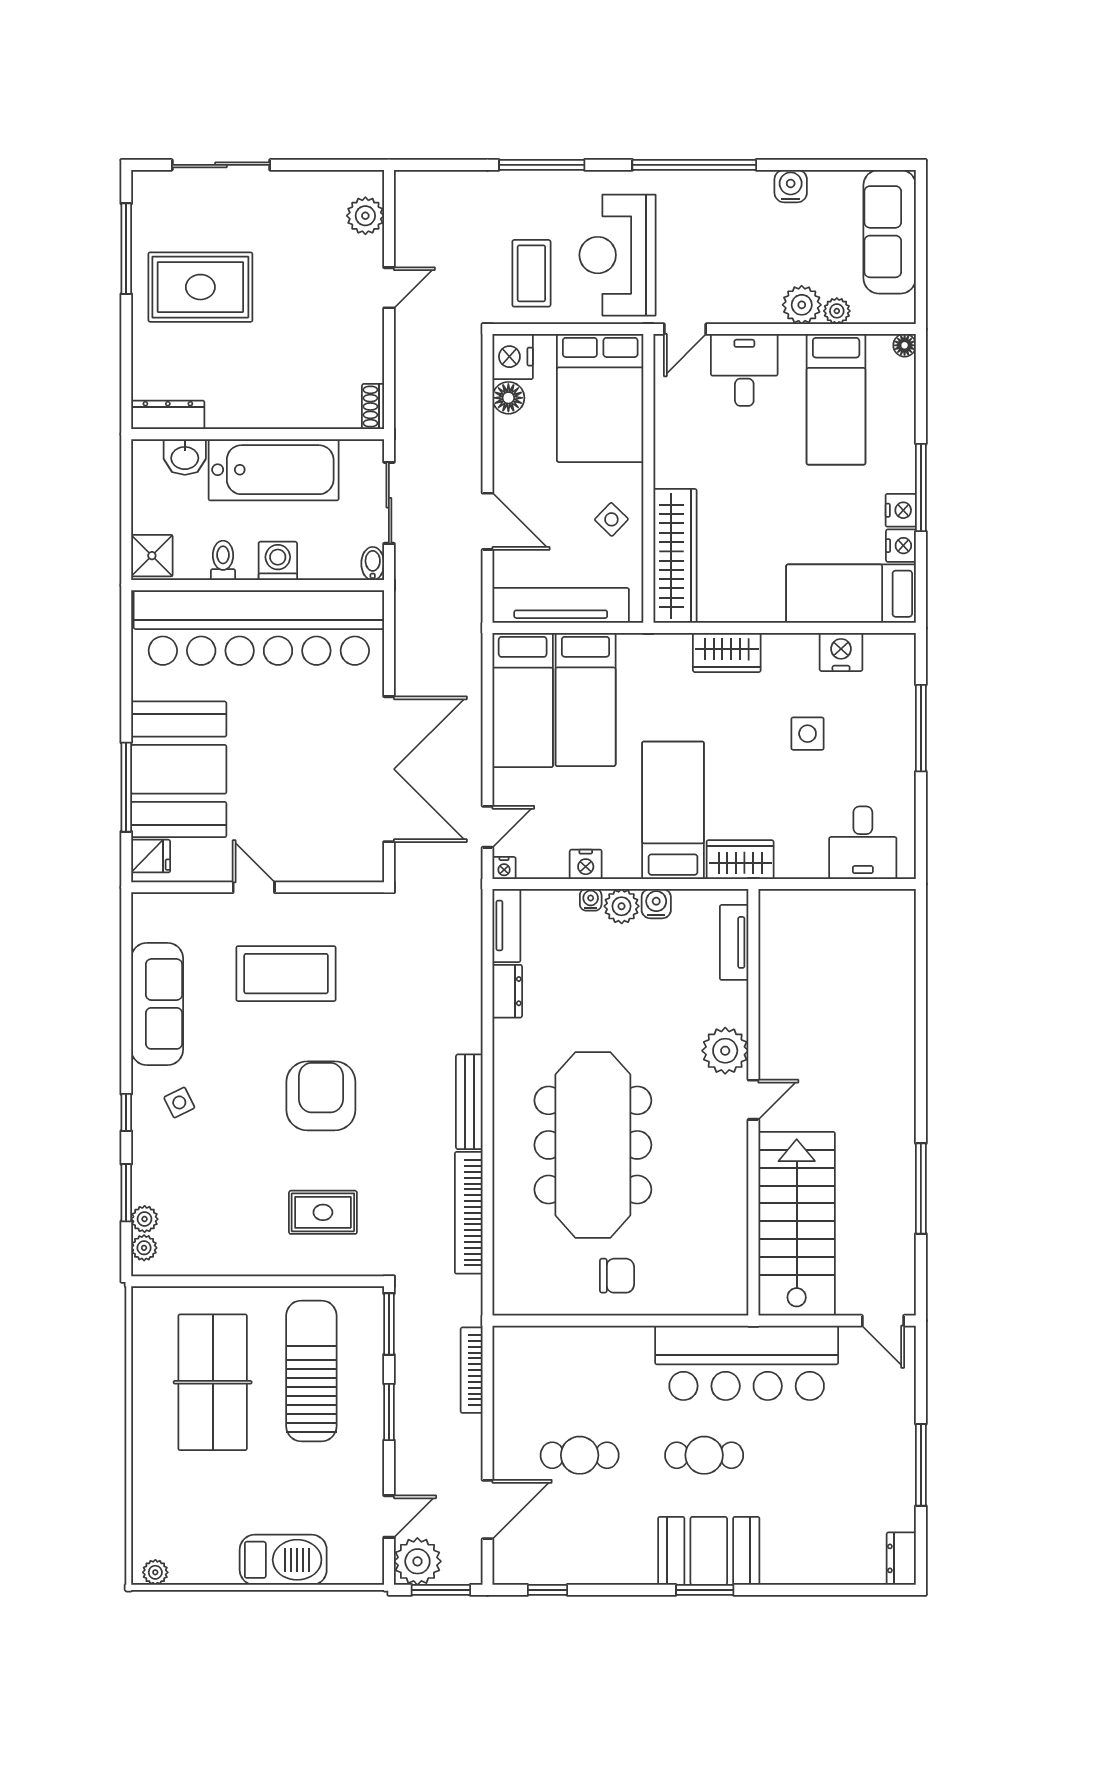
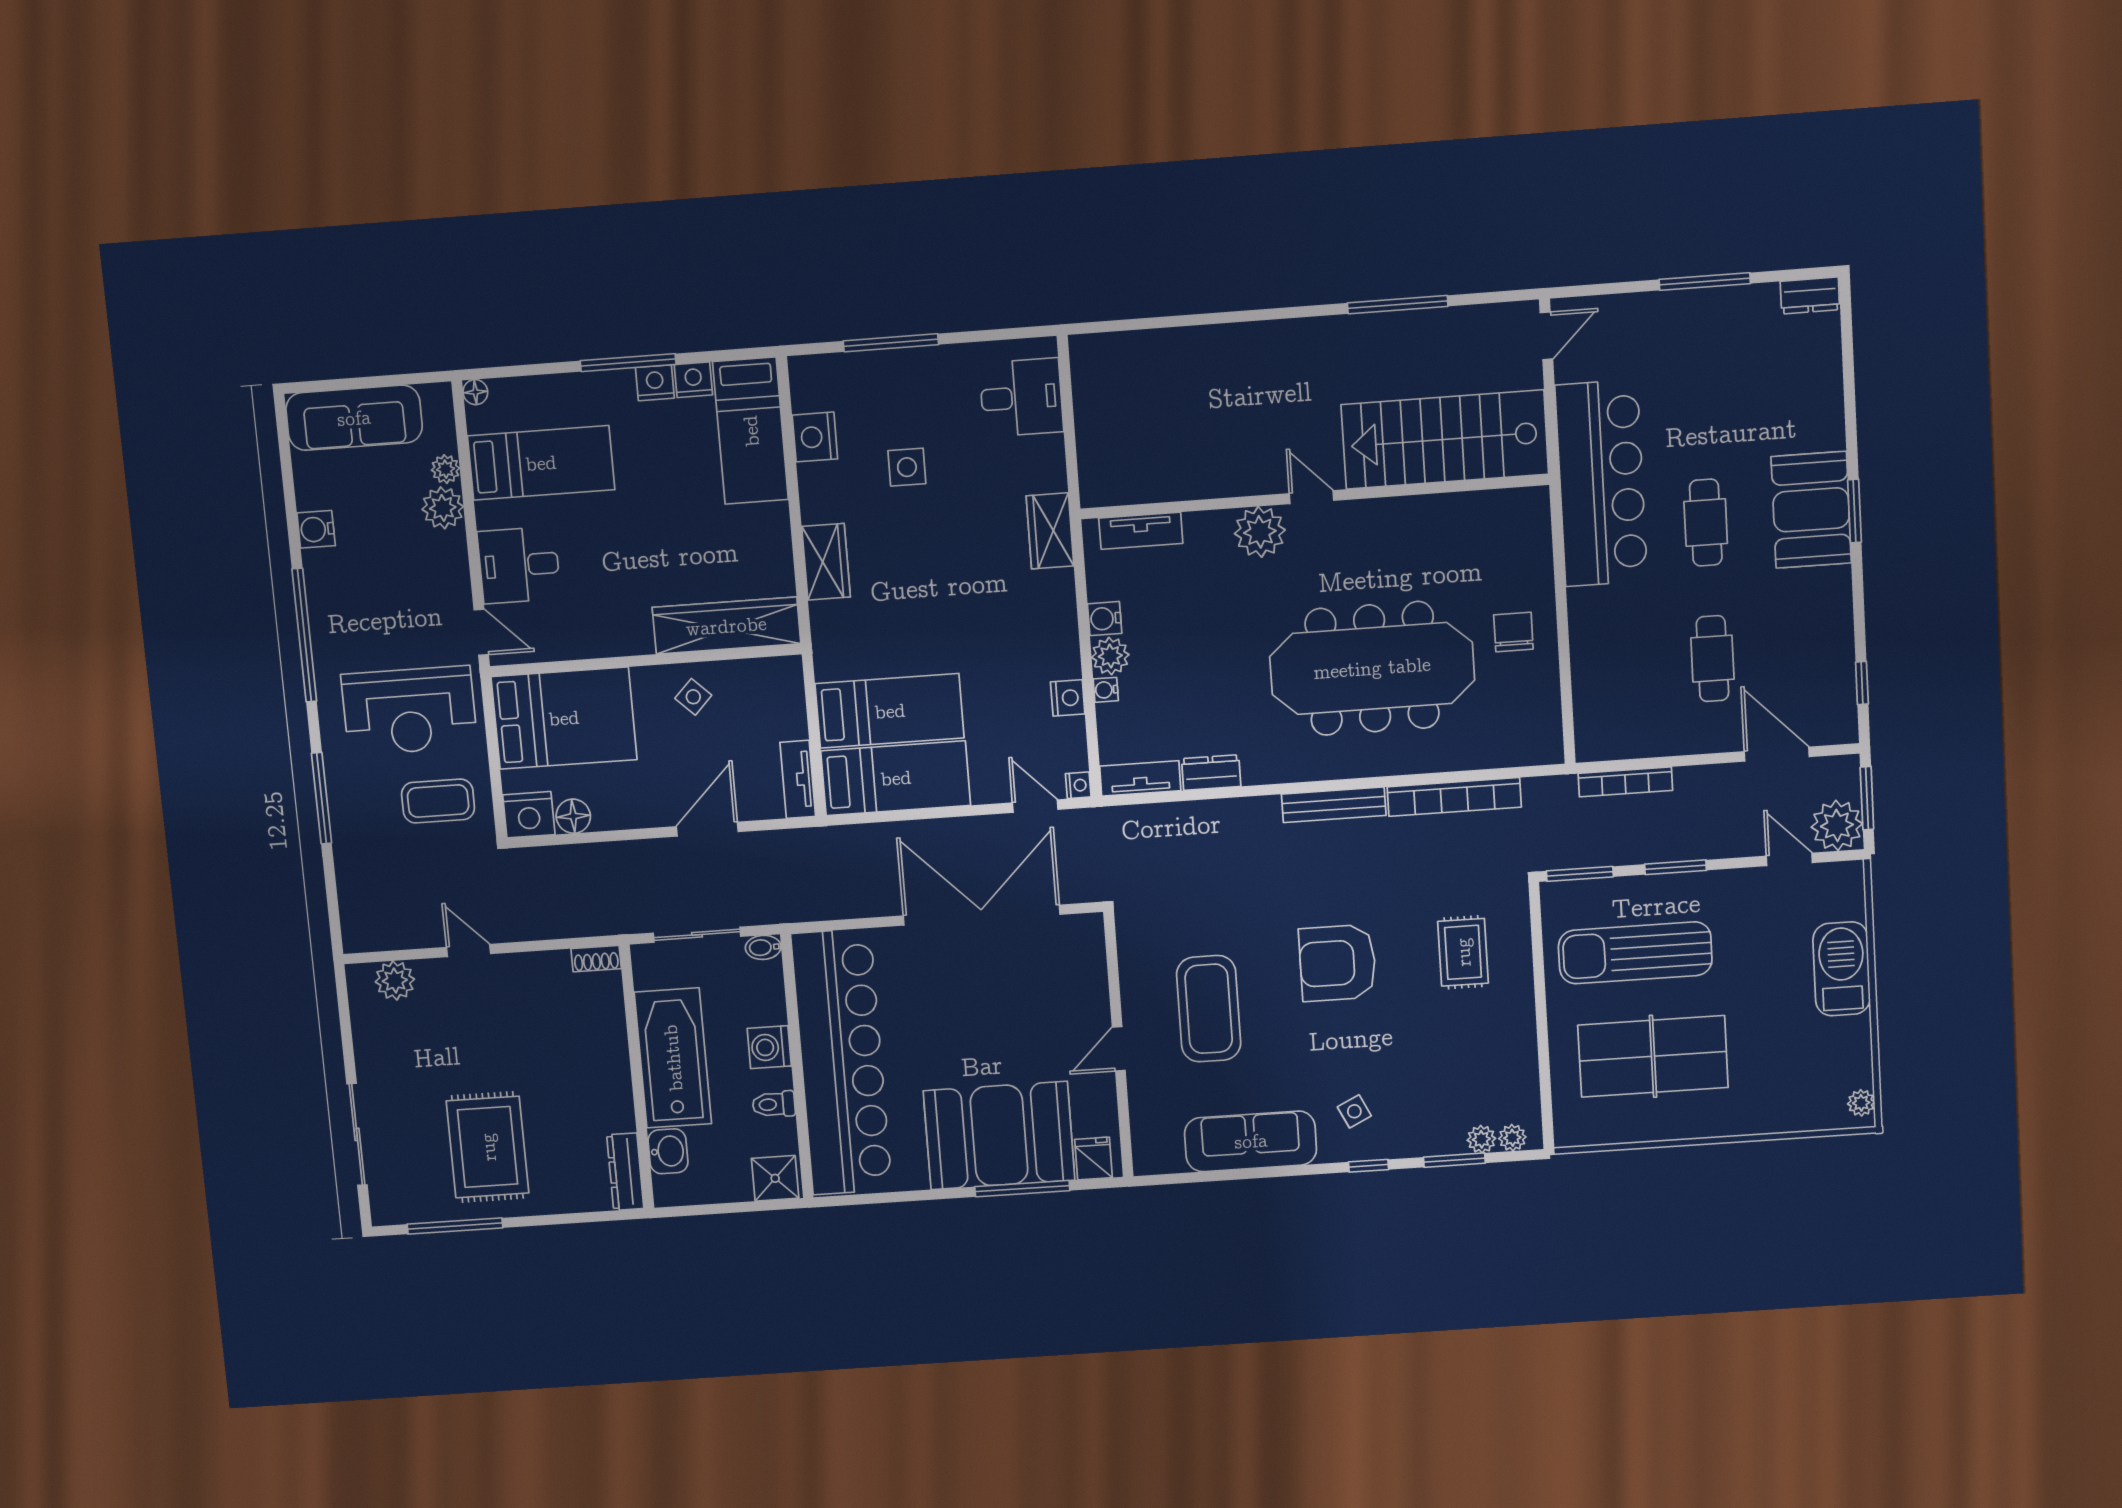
tv unit: (561, 605) -> (798, 779), width x0.52, depth x0.78
bed: (673, 810) -> (1002, 608), removed

